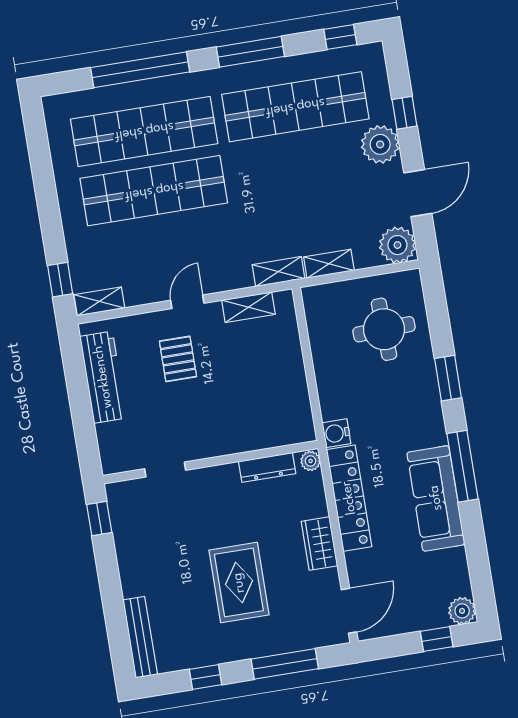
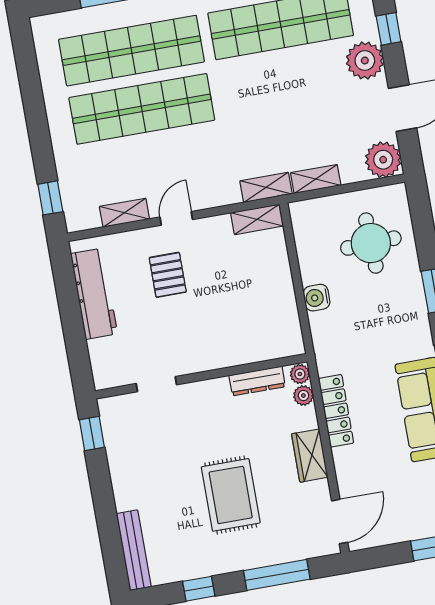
shelving: (99, 301) -> (124, 213), moved
shelving: (248, 307) -> (257, 219), moved
water cooler: (336, 433) -> (317, 298), moved
plant: (314, 483) -> (303, 395), added
locker: (349, 498) -> (336, 411), width x0.71, depth x0.83

